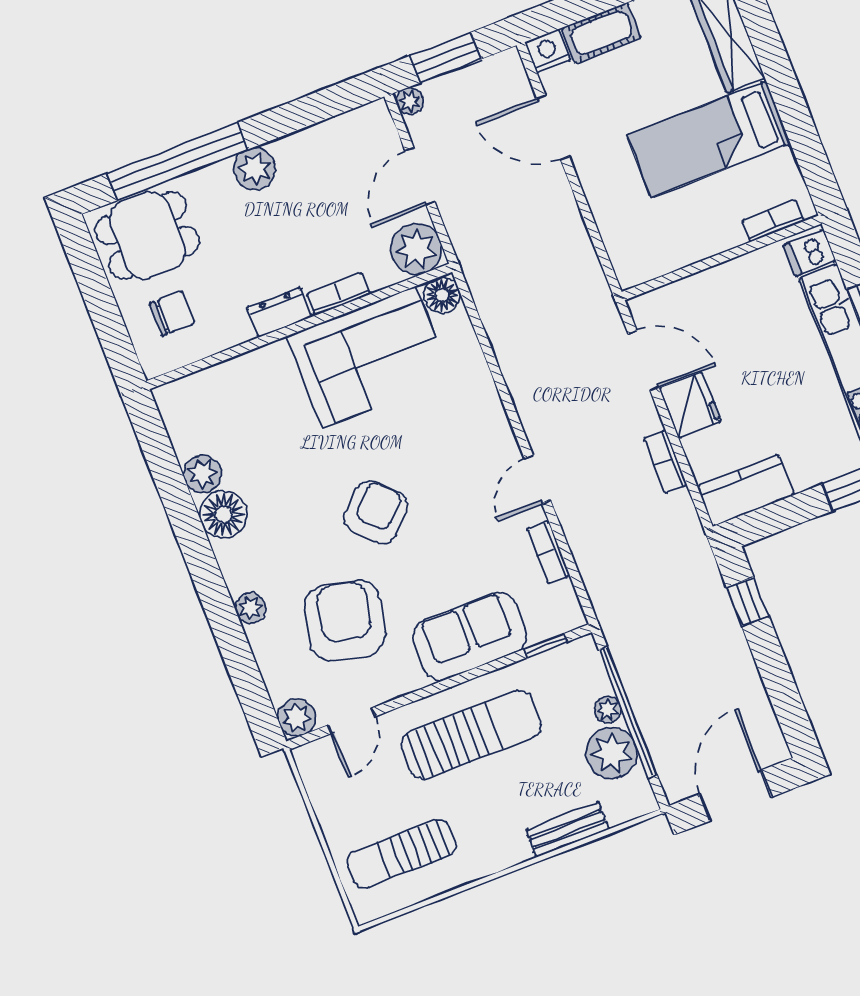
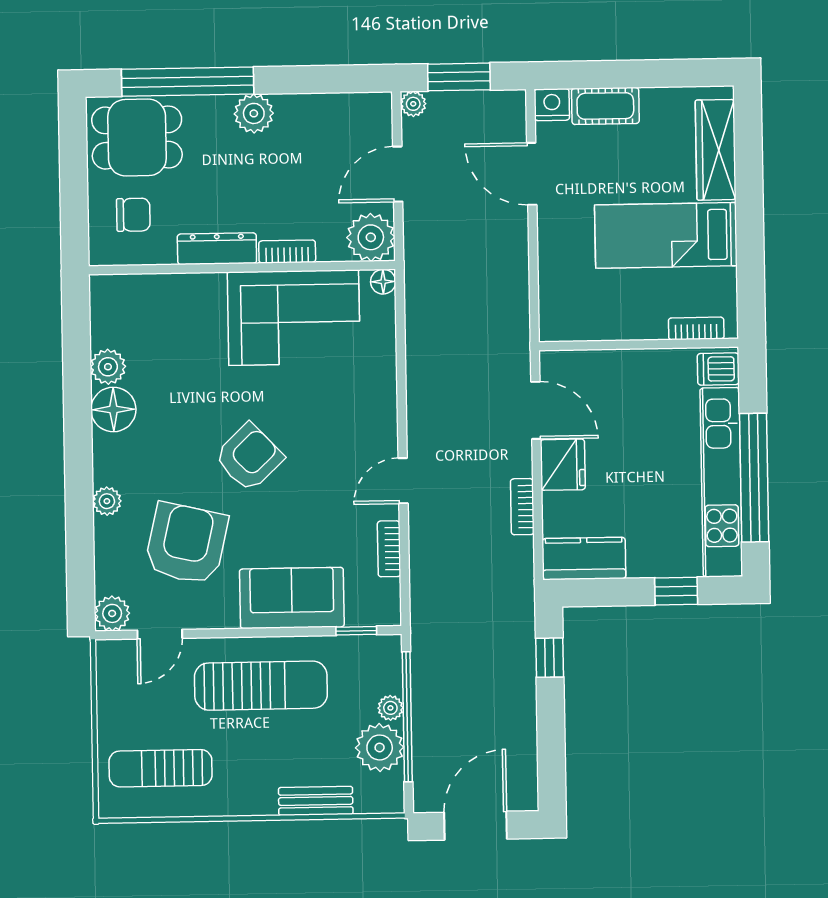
floor lamp: (442, 295) -> (383, 282), width x0.73, depth x0.73
dresser: (279, 312) -> (217, 249), width x1.44

